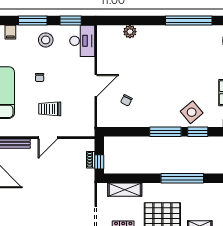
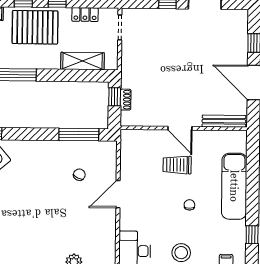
trolley: (50, 109) -> (177, 165), turned 180
window: (165, 132) -> (79, 135), moved
door: (48, 138) -> (180, 128), swing flipped

